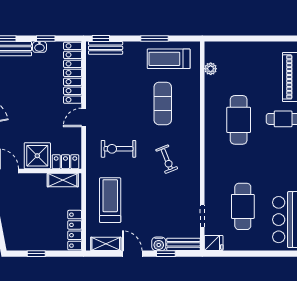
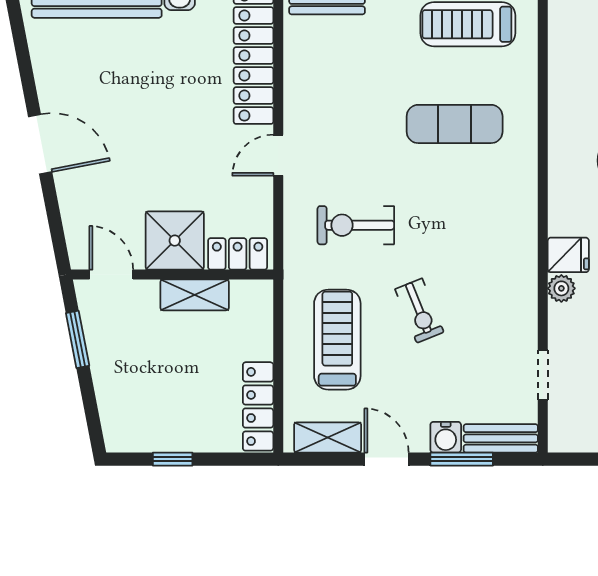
plant: (211, 69) -> (561, 288), moved
exercise mat: (163, 103) -> (455, 124), turned 90
exercise bike: (167, 159) -> (419, 311), moved
shelving: (63, 180) -> (195, 295), moved
fridge: (214, 243) -> (568, 255), moved
window: (166, 254) -> (462, 459), width x1.50

